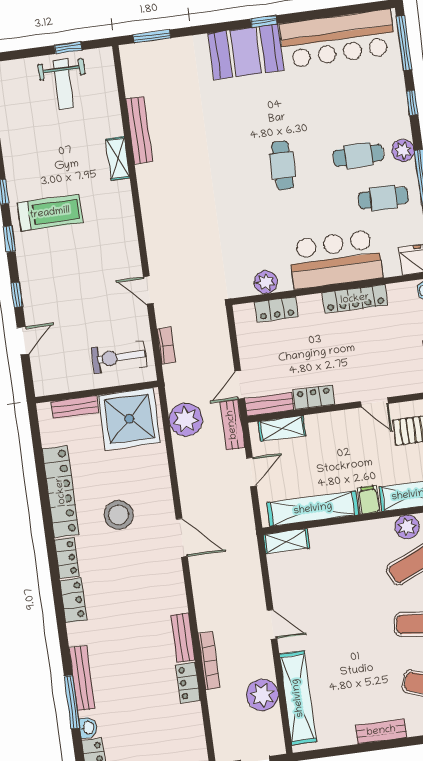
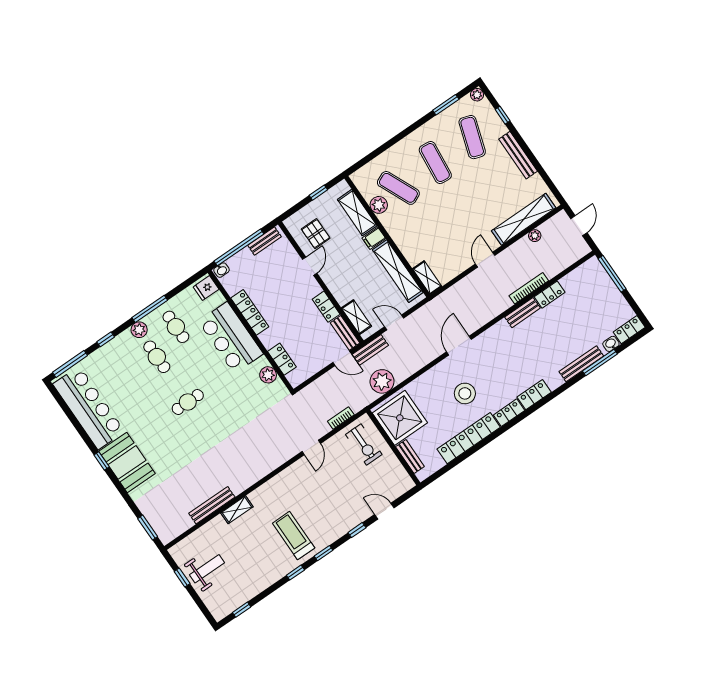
plant: (262, 695) -> (535, 236), width x0.53, depth x0.53
bench: (381, 731) -> (518, 155), width x1.36

